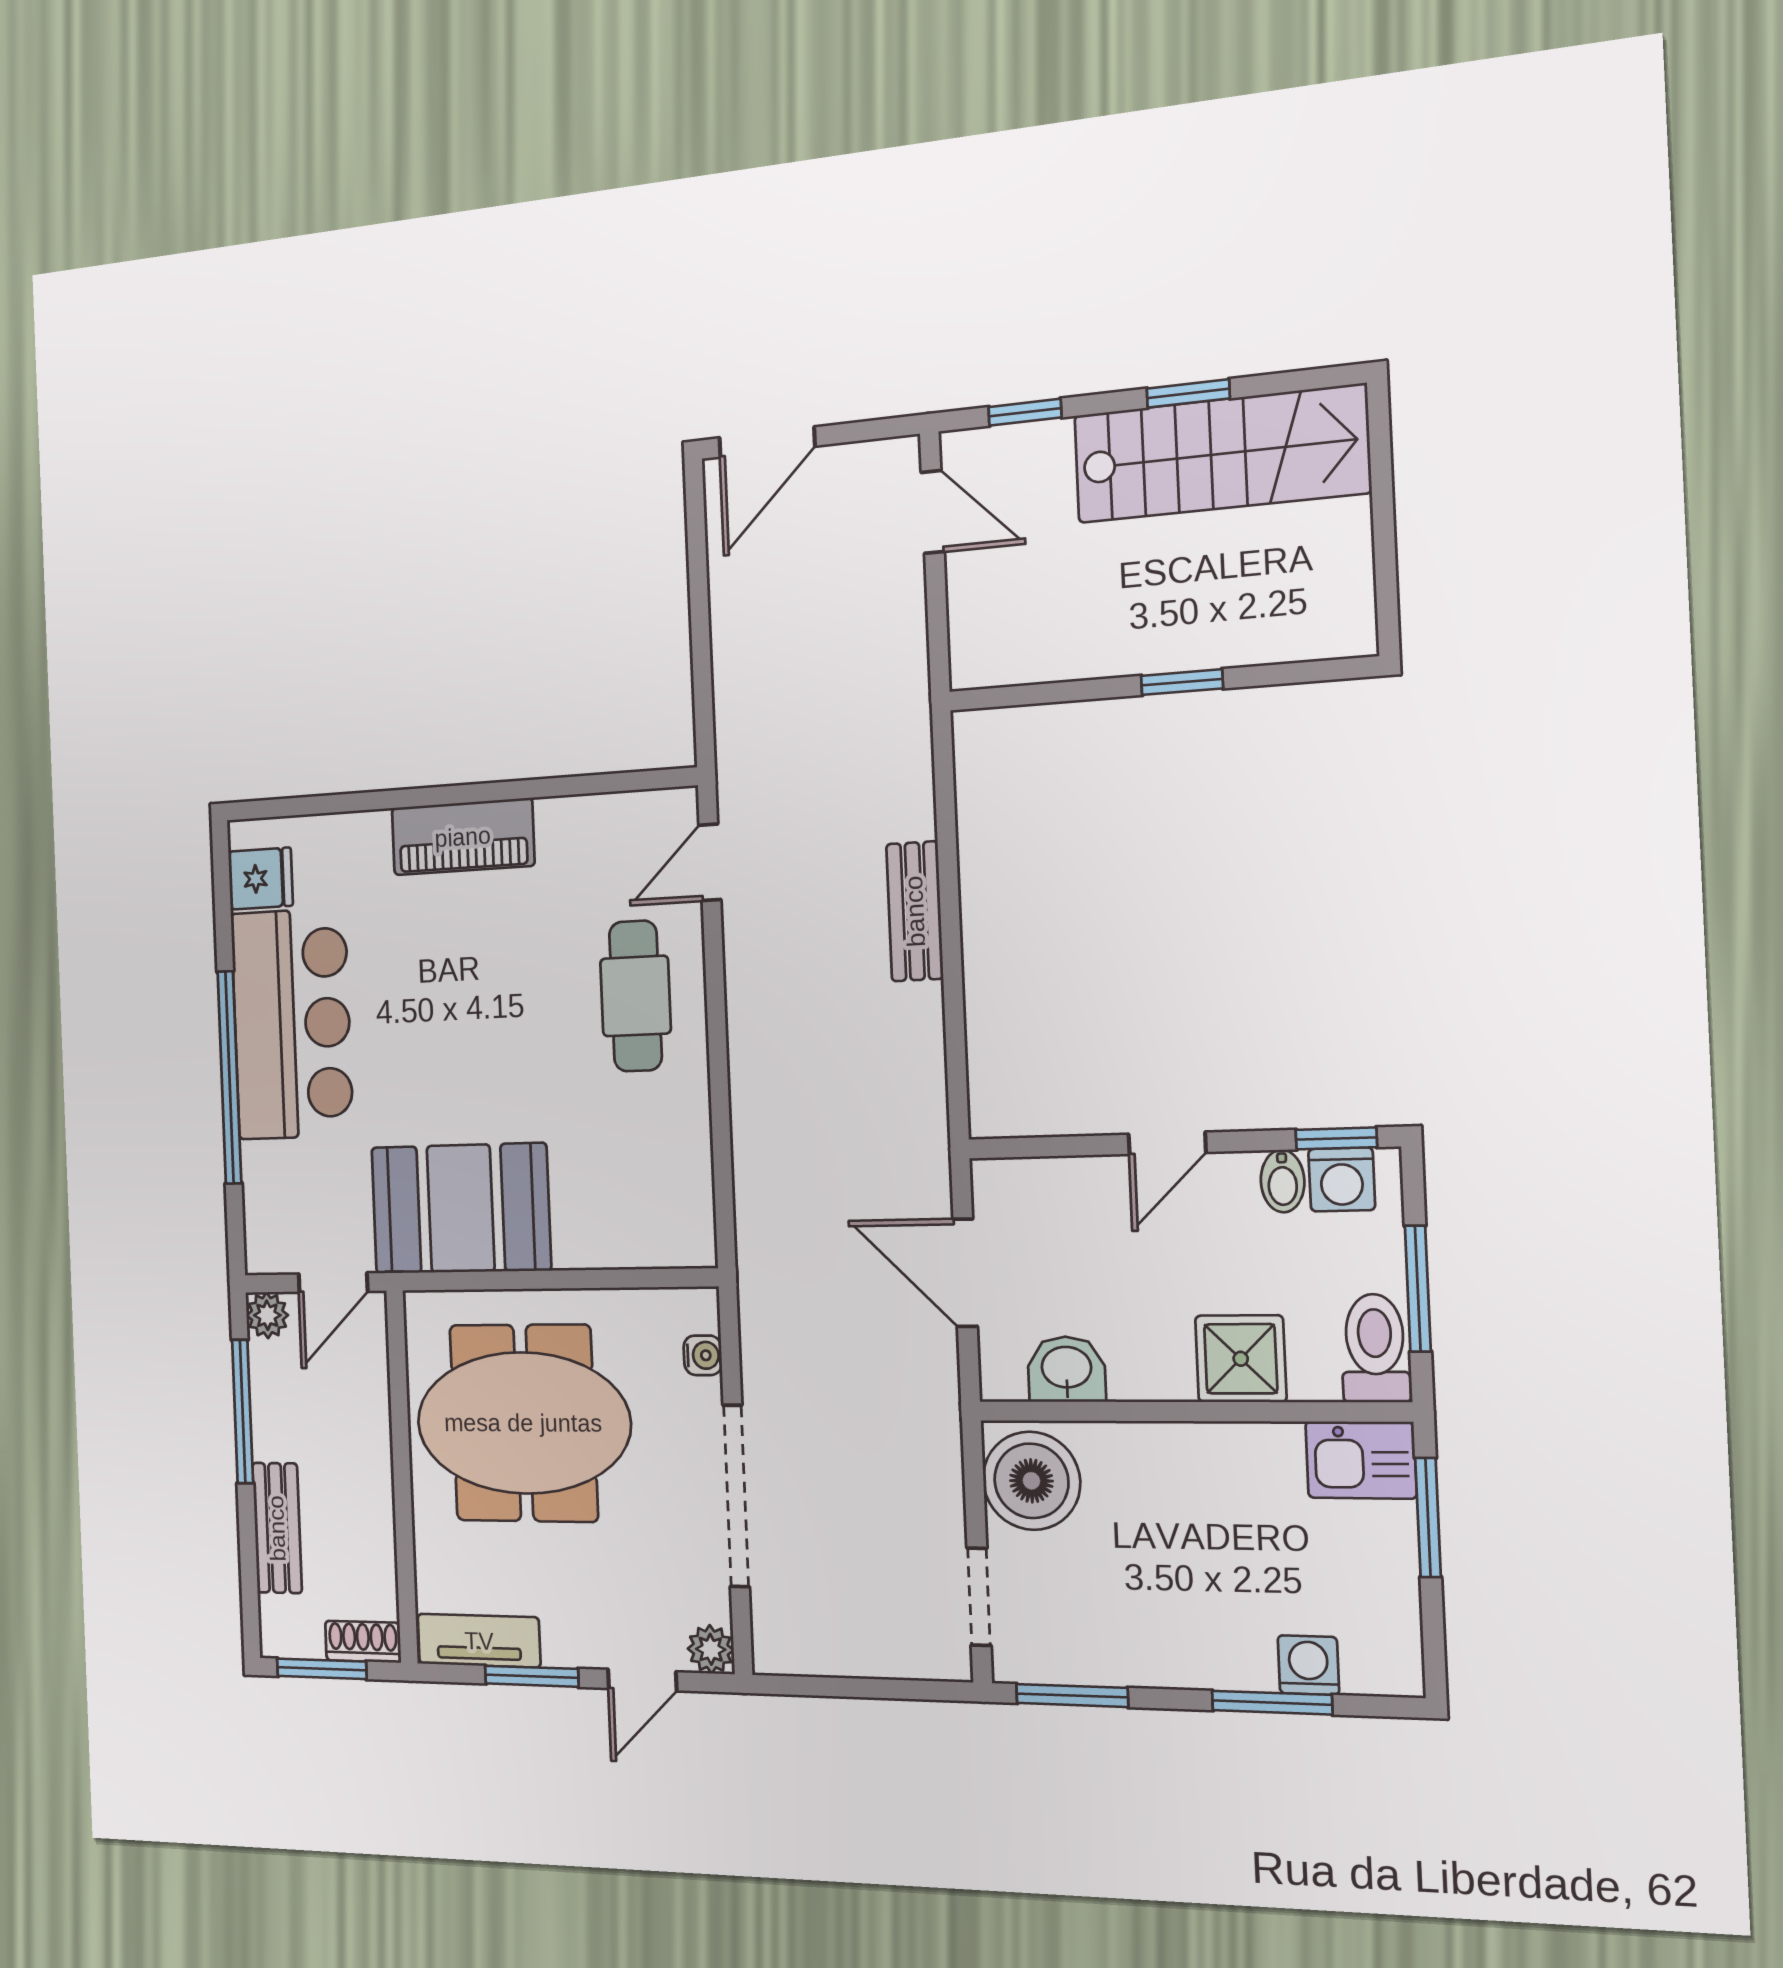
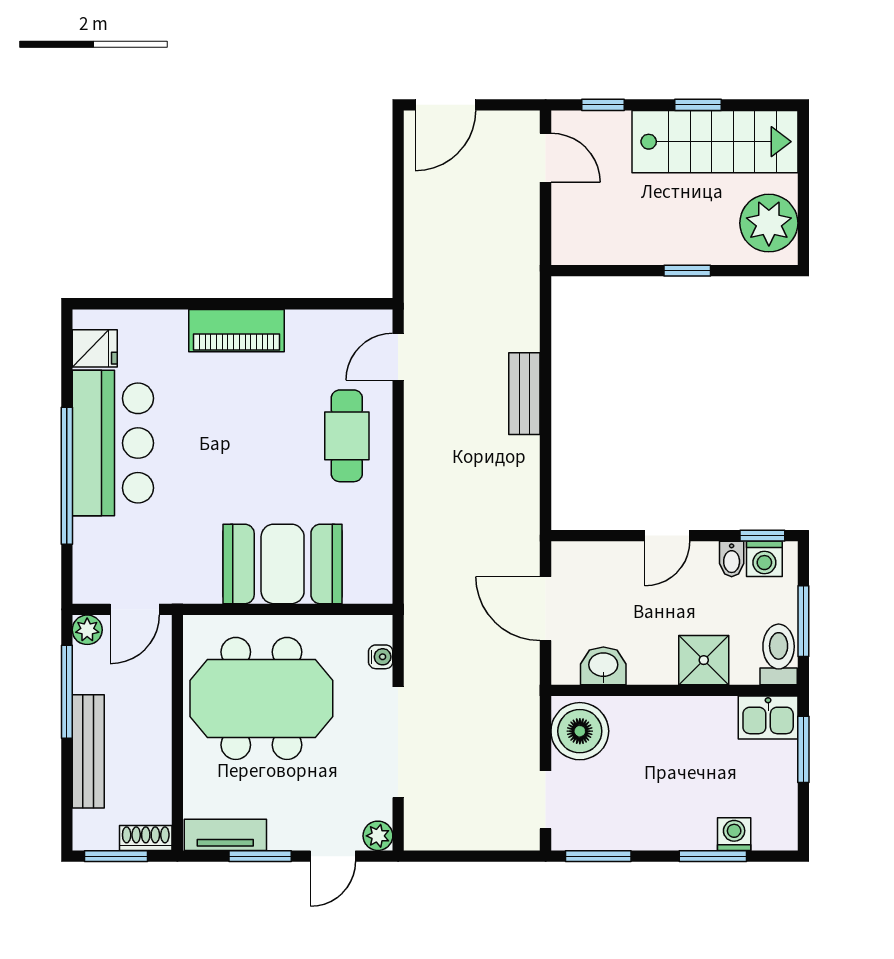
plant: (1323, 587) -> (769, 223), added
booth: (461, 1209) -> (283, 564), moved
bench: (277, 1528) -> (88, 751), width x1.36

